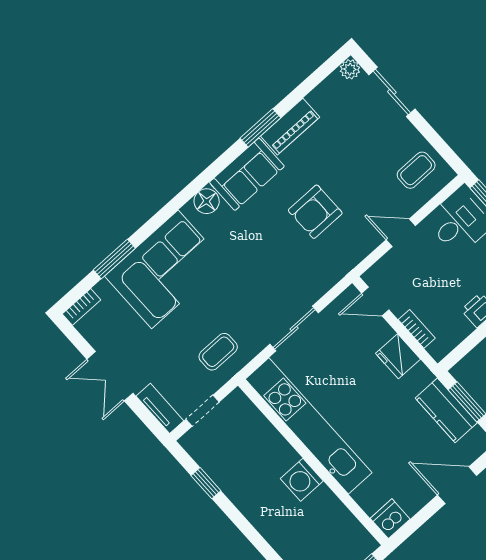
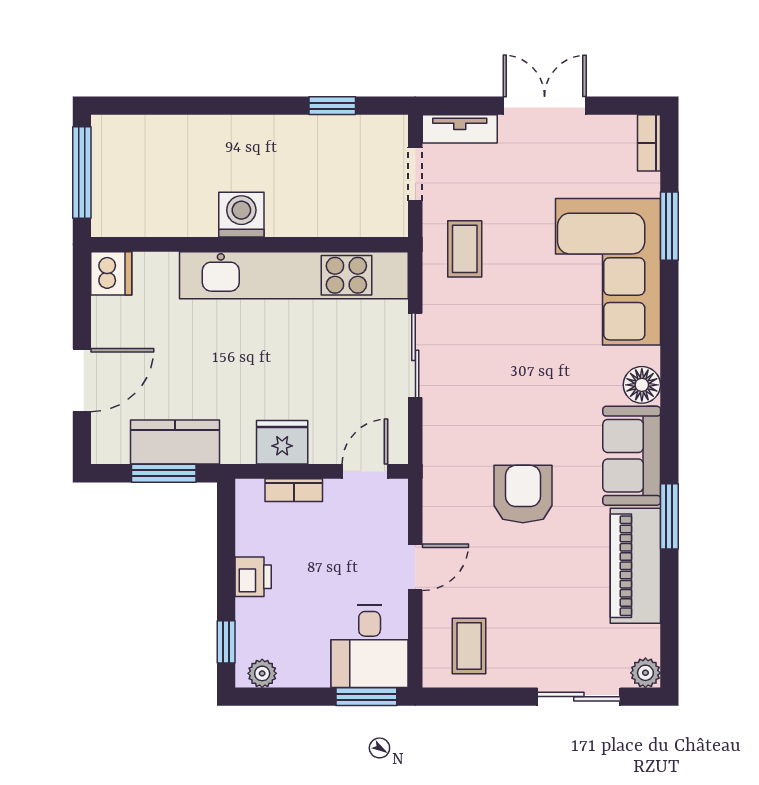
piano: (290, 127) -> (635, 566), width x1.37, depth x1.33

